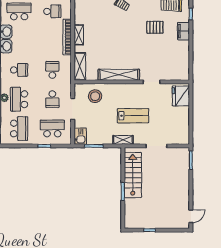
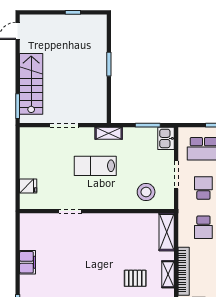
pallet: (155, 27) -> (135, 278), moved
filing cabinet: (183, 31) -> (28, 262), moved
shelving: (119, 75) -> (114, 221), removed
fridge: (181, 96) -> (28, 186), width x0.53, depth x0.75
stairs: (133, 175) -> (31, 84), moved, turned 180

